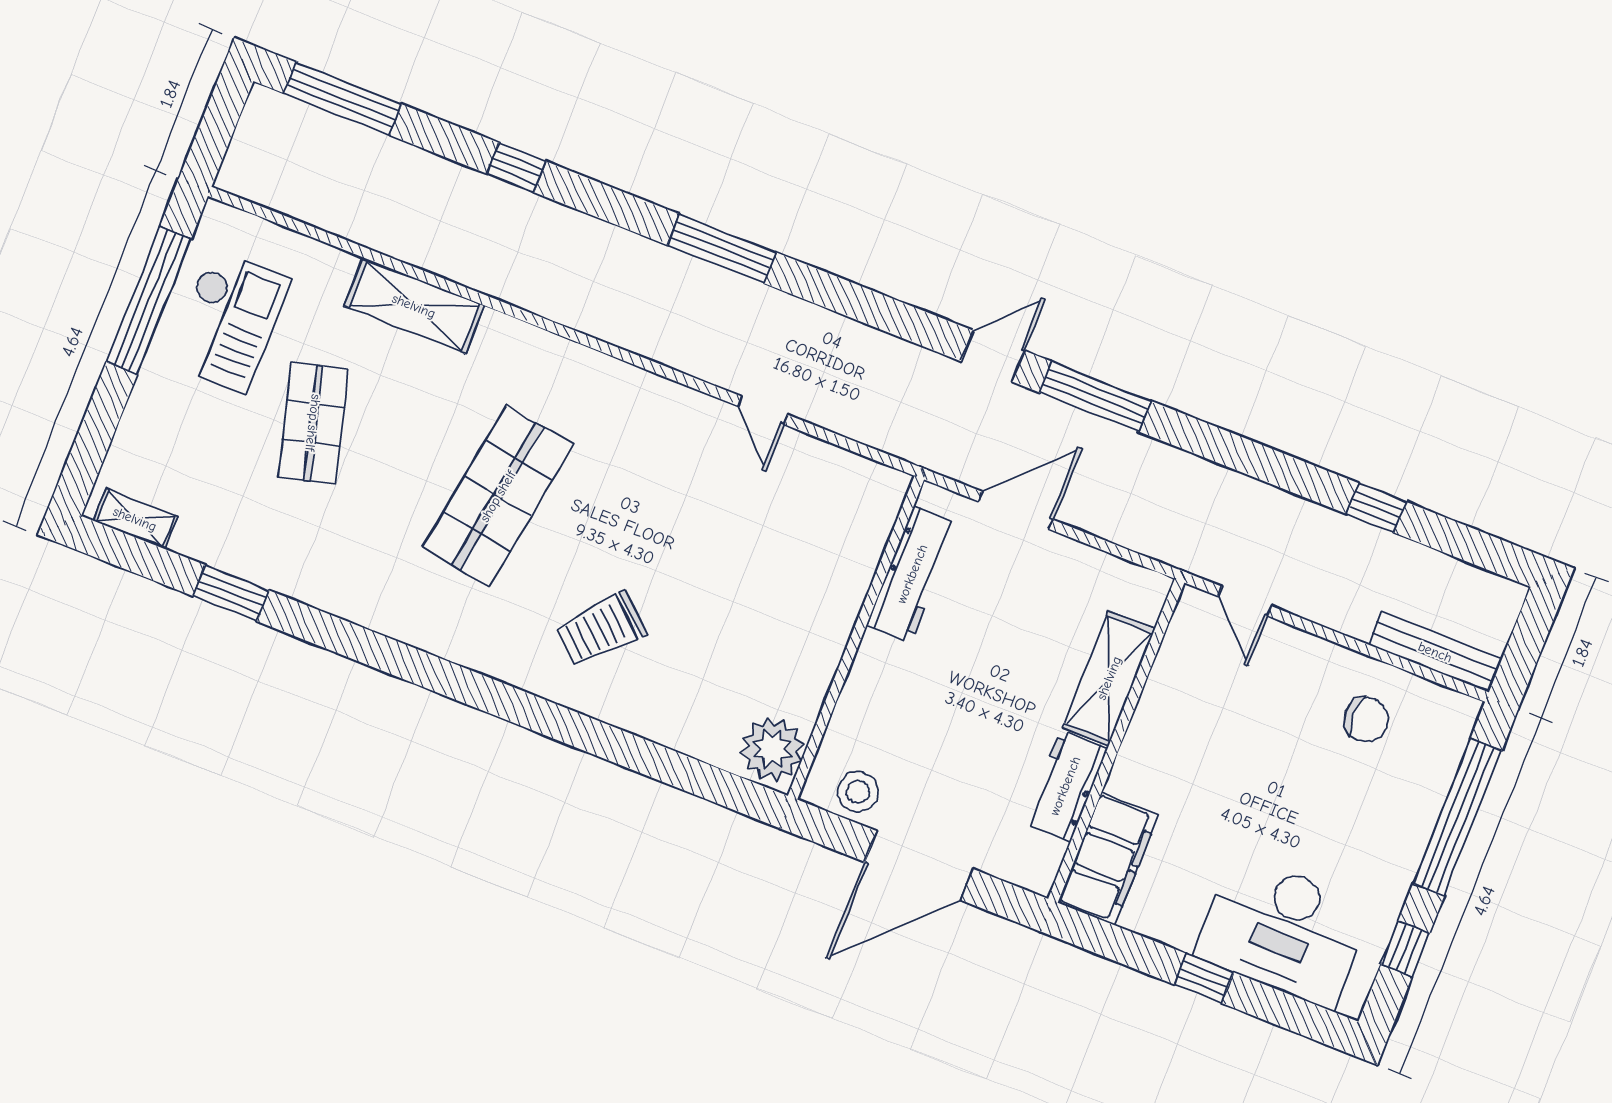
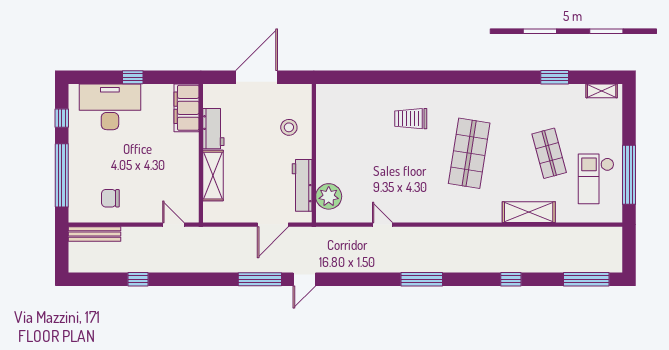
trolley: (601, 629) -> (411, 119), turned -132
plant: (772, 749) -> (329, 196), moved
stool: (858, 792) -> (289, 127), moved

